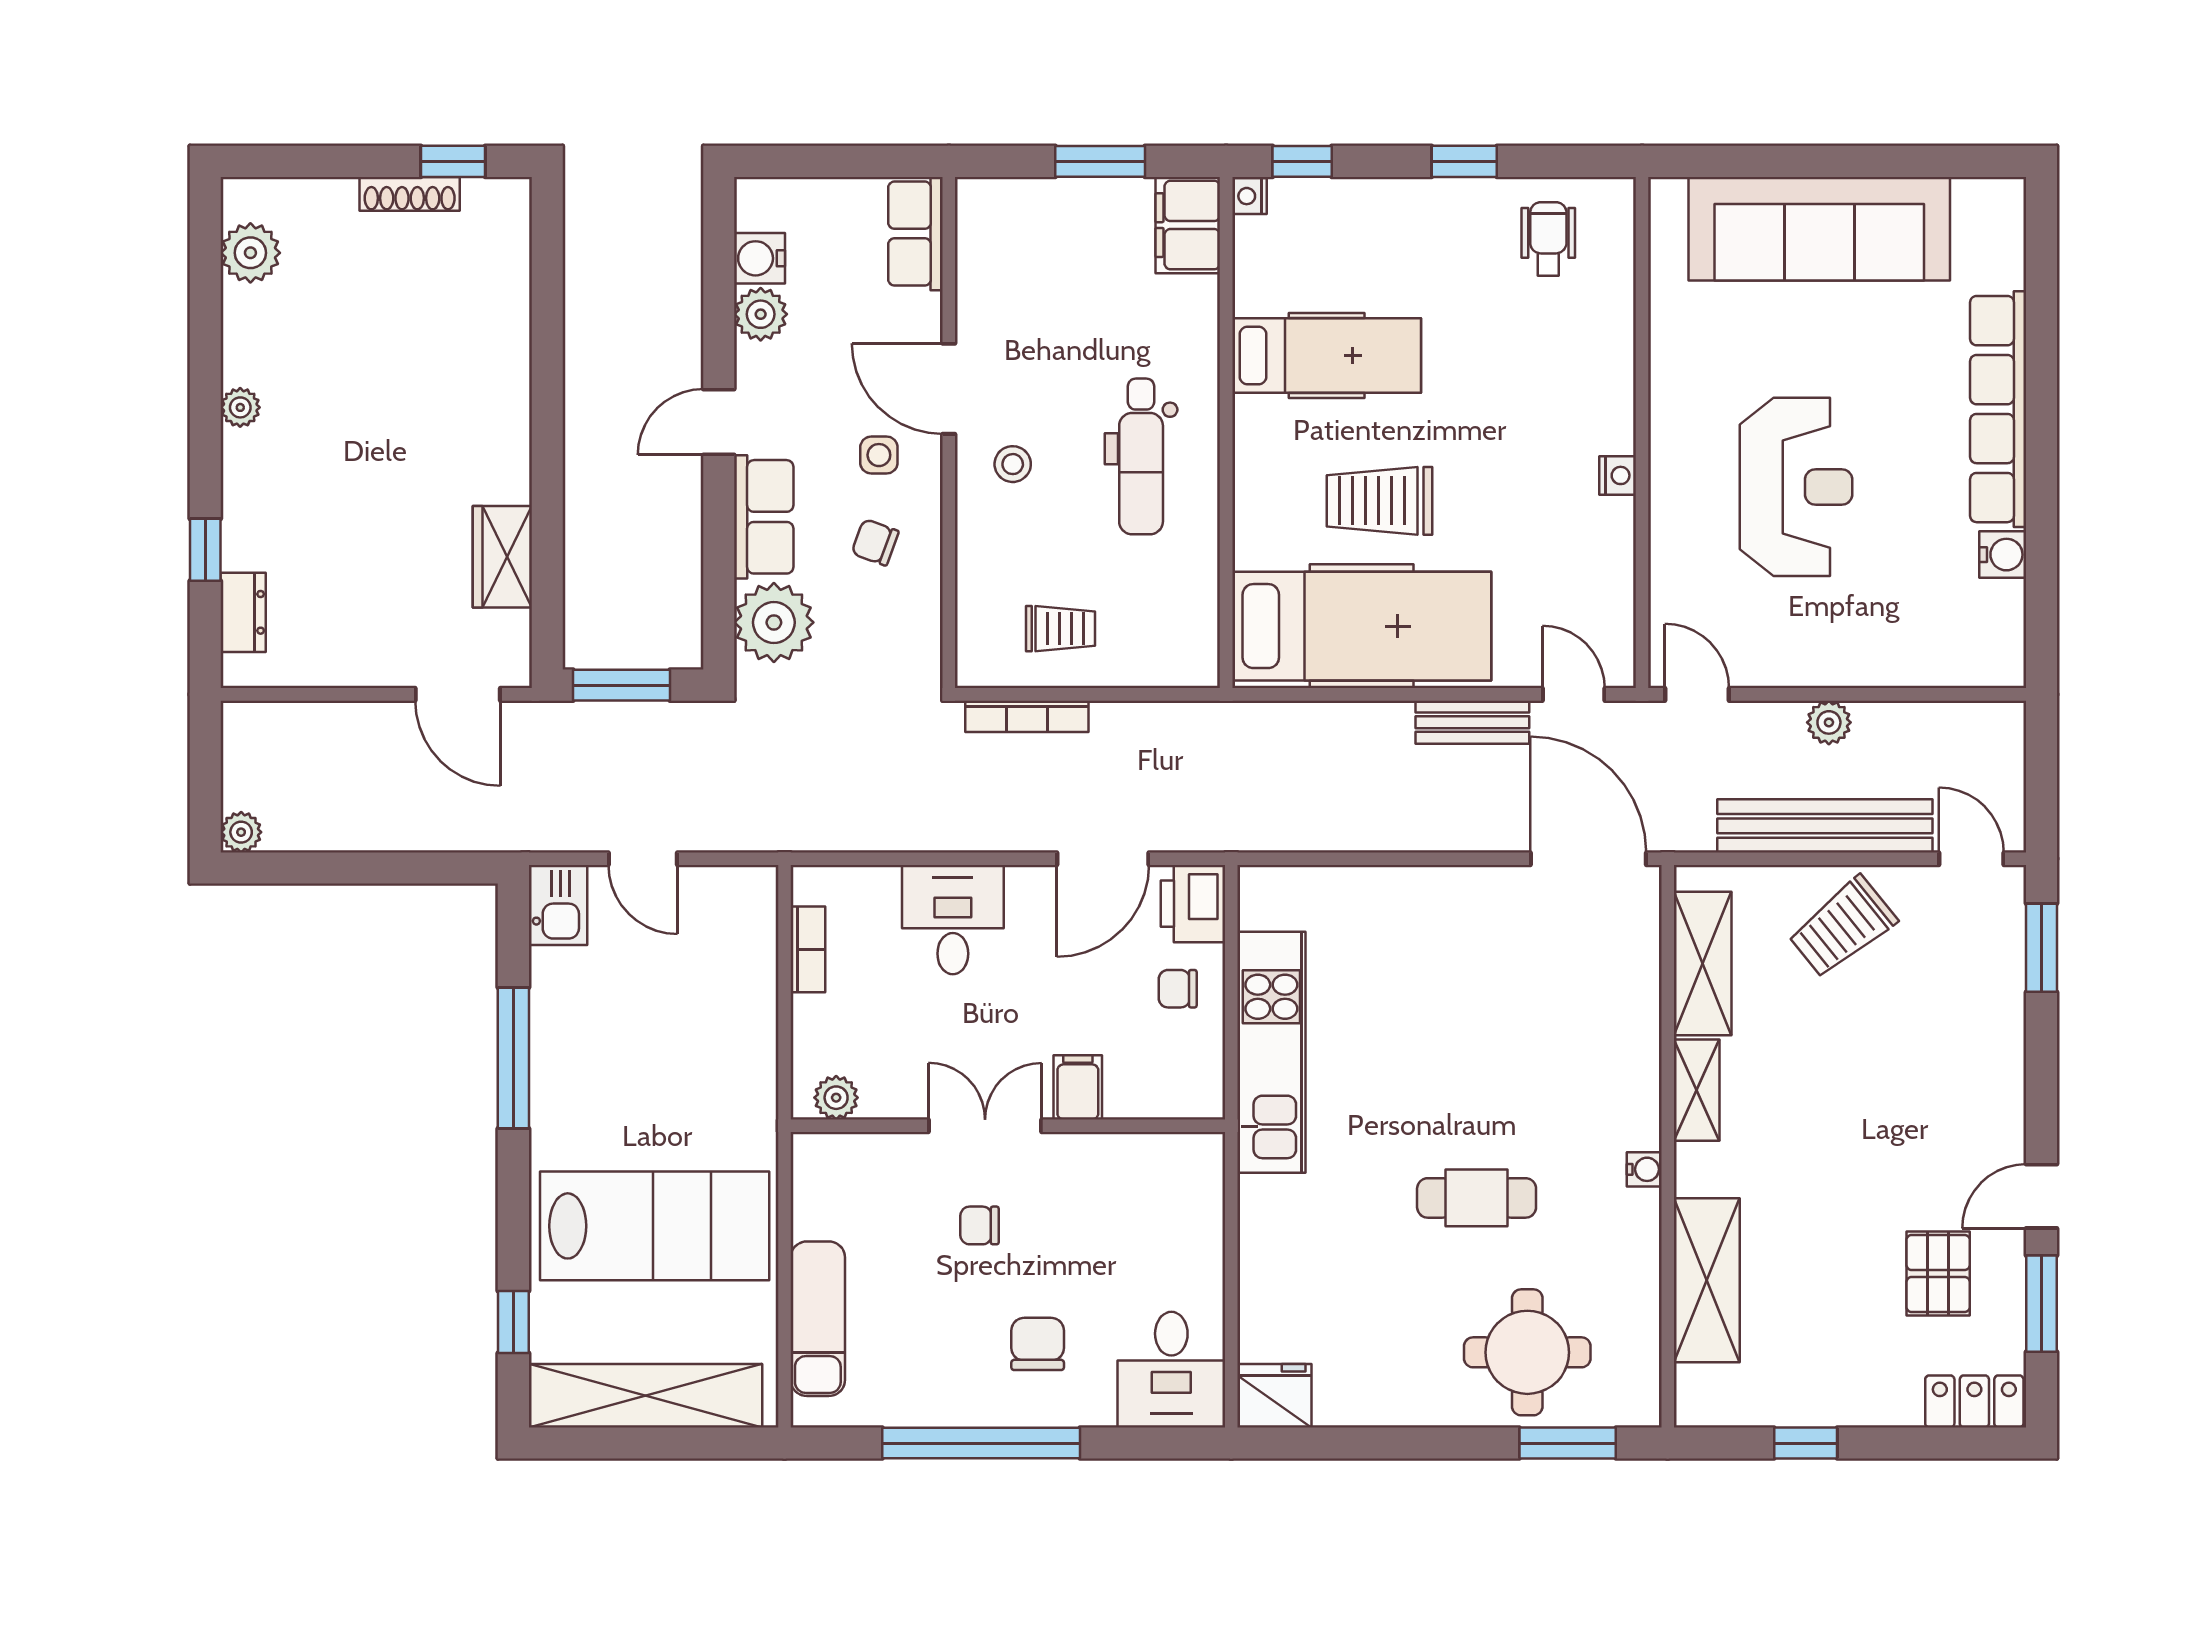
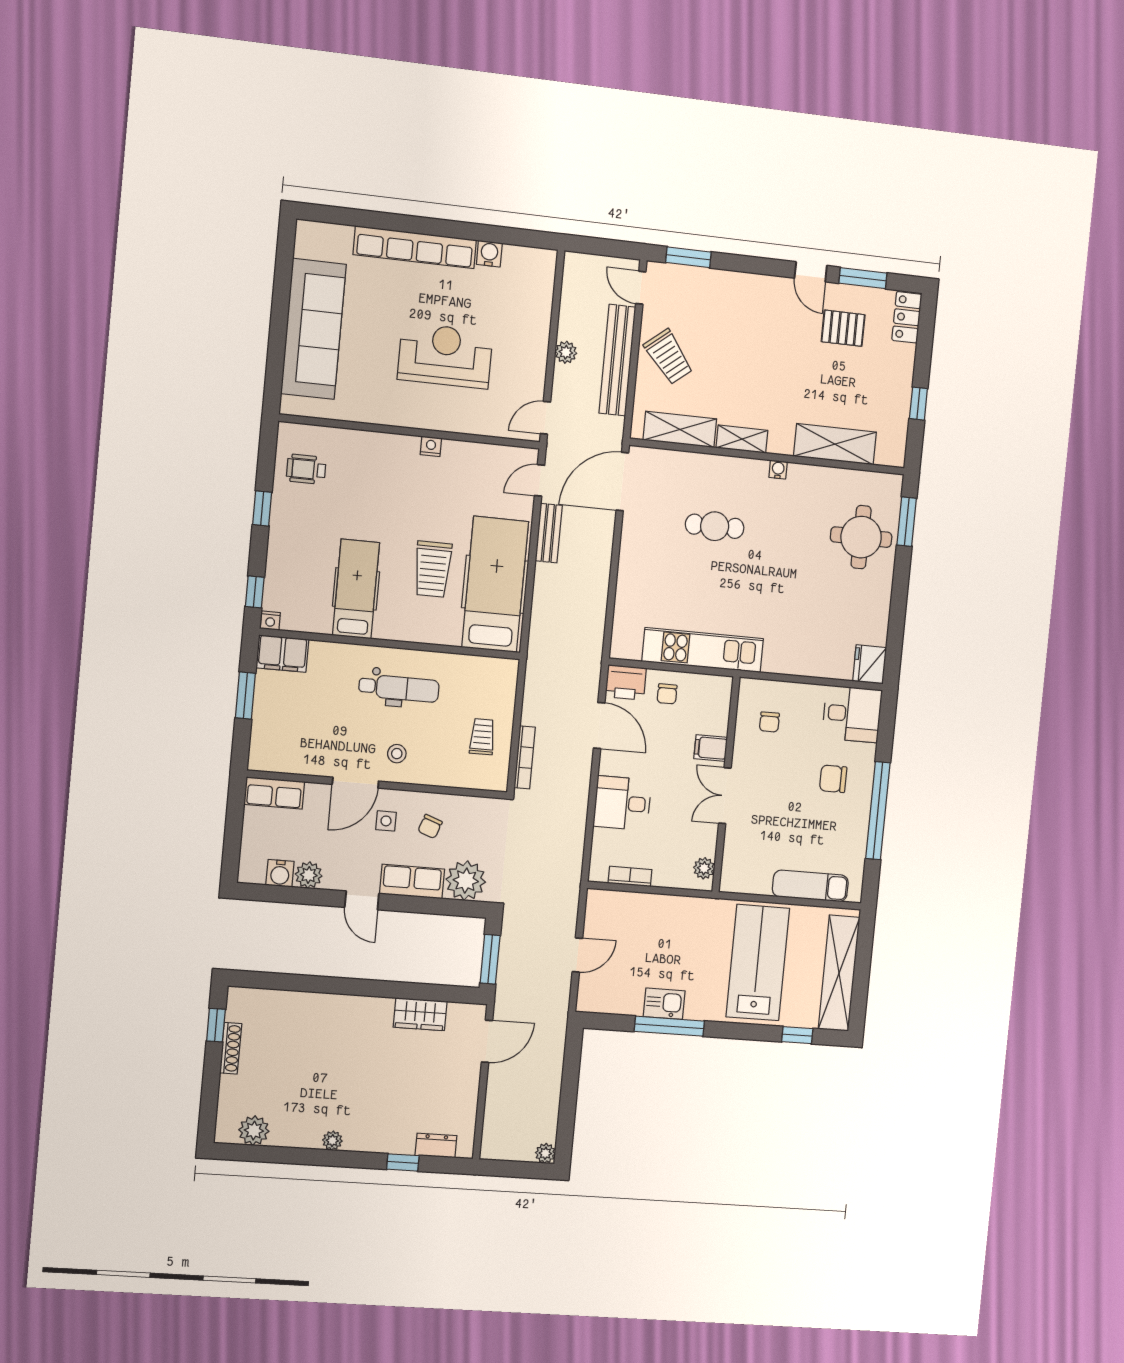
door: (1971, 859) -> (641, 288), hinge flipped
kitchen sink: (558, 905) -> (664, 1004), moved
cafe table: (1477, 1198) -> (715, 526), moved, turned 90
chair: (980, 1225) -> (769, 722), moved

